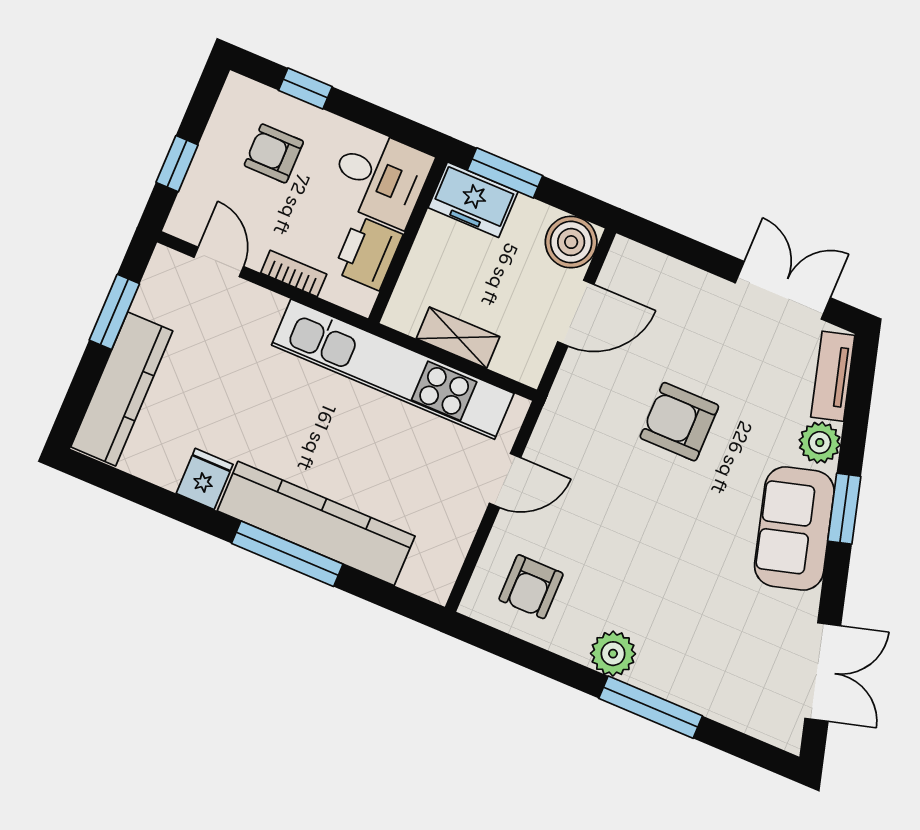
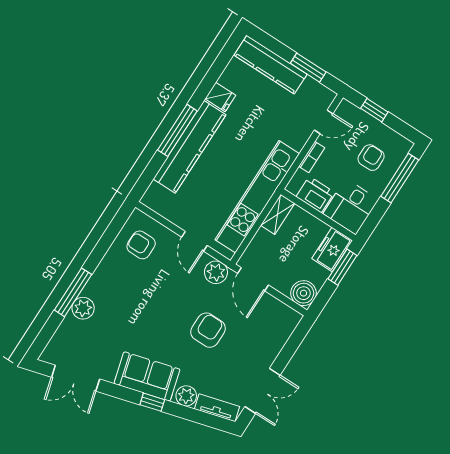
window: (305, 89) -> (400, 178), width x2.17
door: (576, 313) -> (253, 279), moved
shelving: (458, 338) -> (278, 214), moved
plant: (560, 426) -> (216, 272), added
window: (844, 509) -> (152, 402), width x0.67
plant: (613, 654) -> (83, 308), moved

